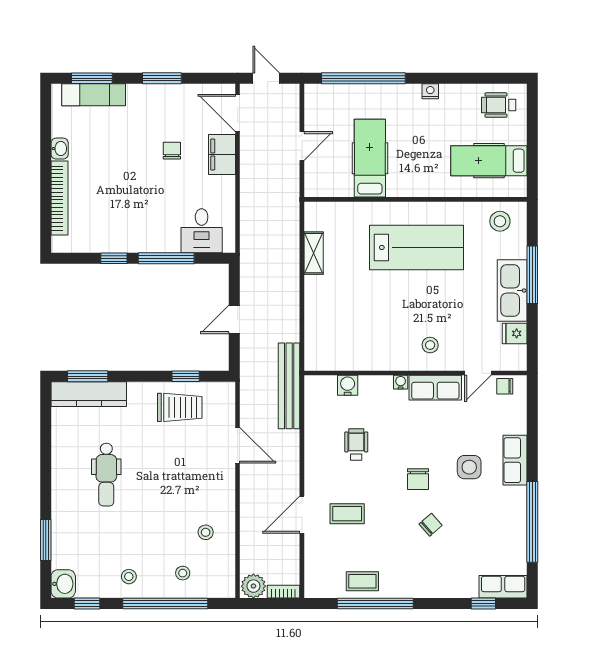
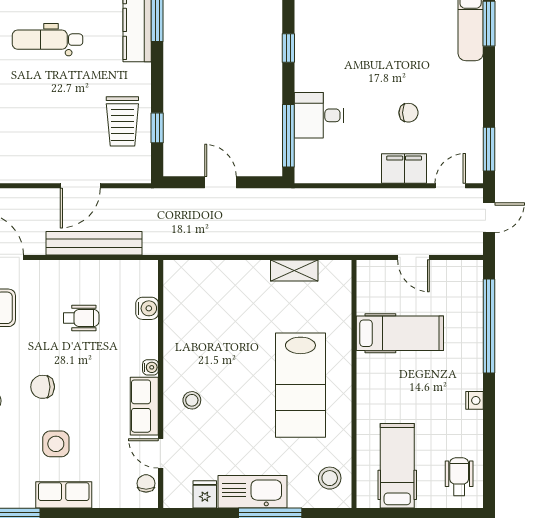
window: (162, 78) -> (489, 149), moved
door: (238, 113) -> (450, 186), width x0.73
desk: (202, 231) -> (319, 115), moved
window: (166, 258) -> (288, 136), moved
bench: (289, 386) -> (94, 243), moved

